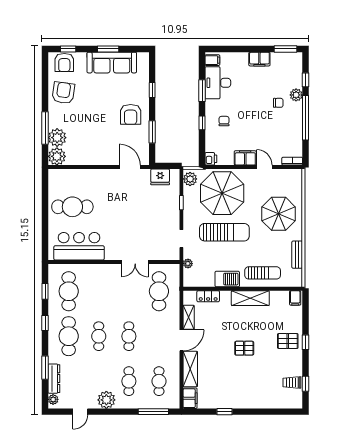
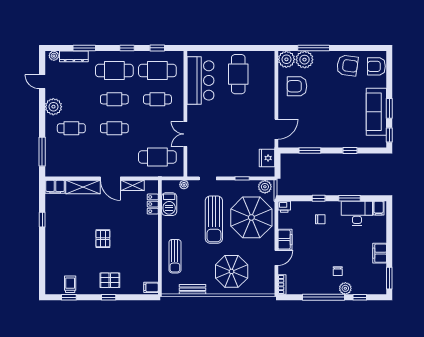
window: (68, 49) -> (389, 135), moved
armchair: (131, 114) -> (297, 86), moved
barbecue: (227, 279) -> (169, 204), moved
shelving: (250, 298) -> (151, 244), removed
pallet: (288, 341) -> (110, 280), turned 90
cafe table: (159, 381) -> (157, 99), moved

